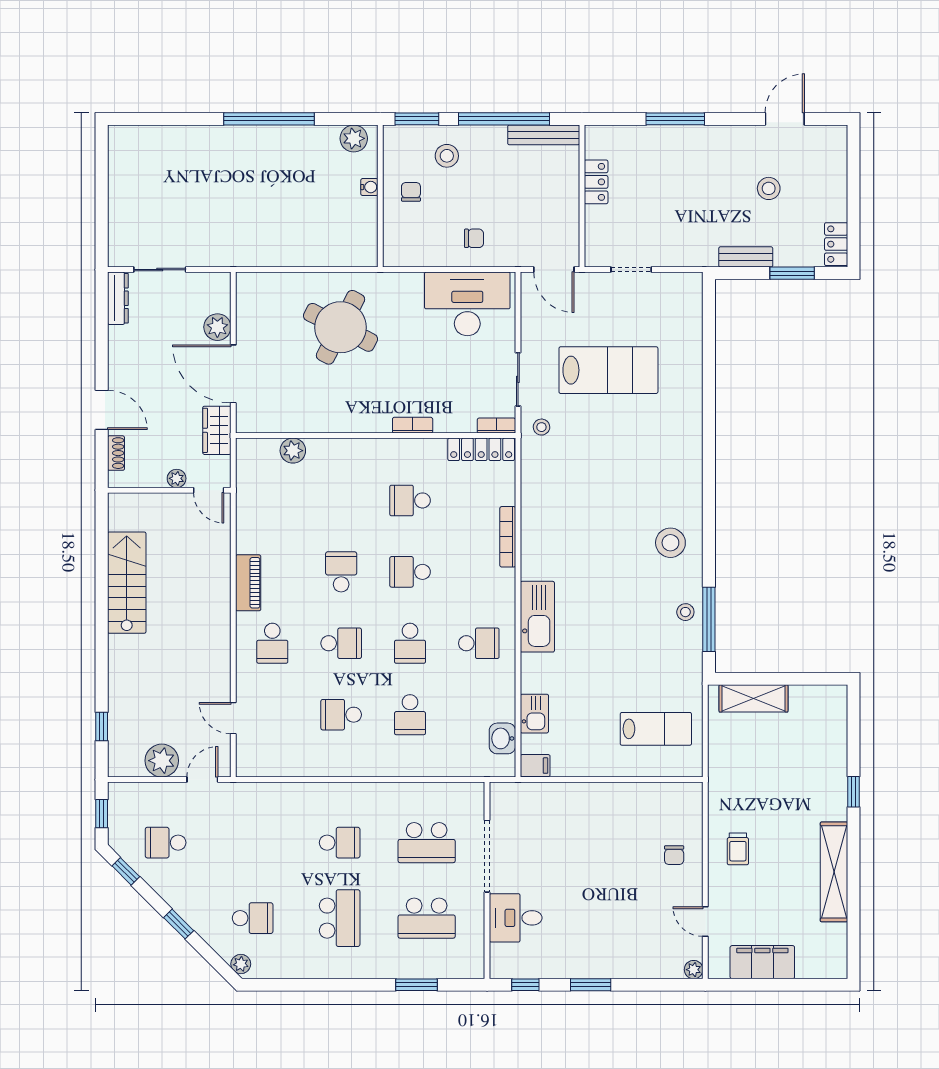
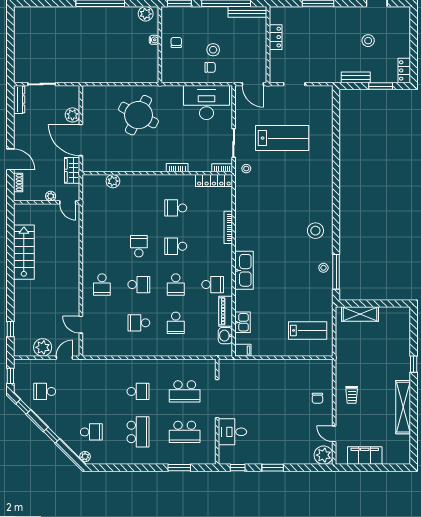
stool: (447, 156) -> (213, 50), moved
piano: (248, 583) -> (226, 311), moved, turned 180
plant: (694, 970) -> (324, 455), width x1.88, depth x1.88

